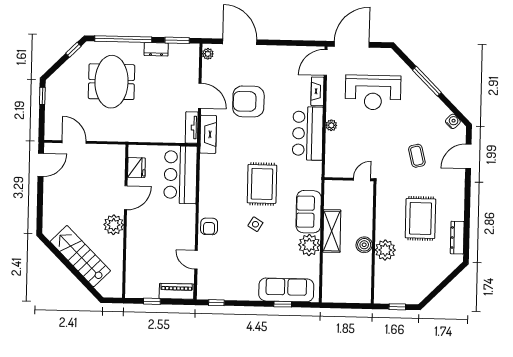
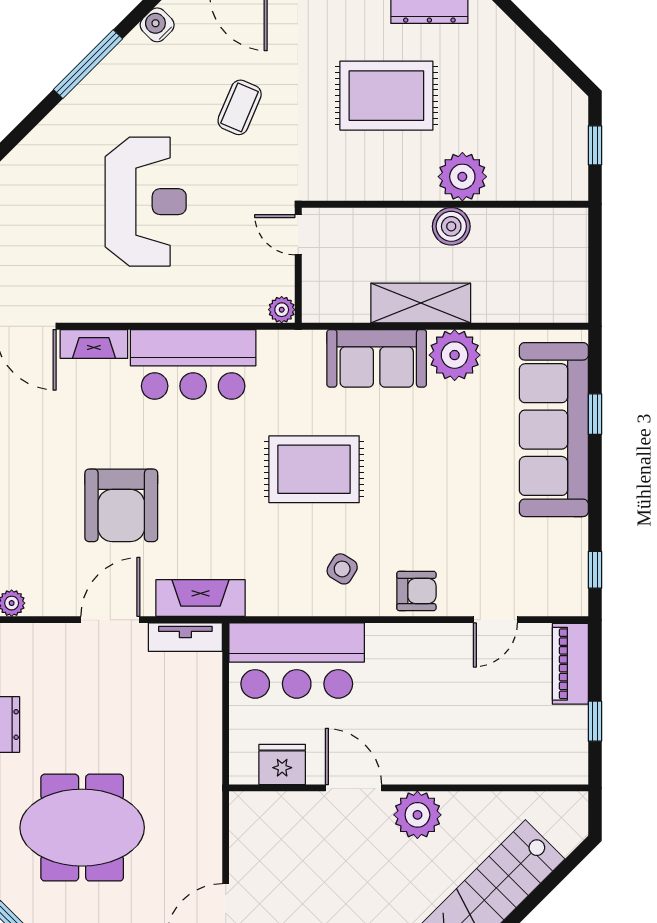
window: (427, 81) -> (88, 64), moved
reception desk: (373, 92) -> (146, 202), moved
plant: (331, 125) -> (282, 310), moved
coffee table: (417, 156) -> (240, 107), turned -53
side table: (255, 224) -> (342, 569), moved
sofa: (286, 290) -> (554, 430), width x1.36, depth x1.27

